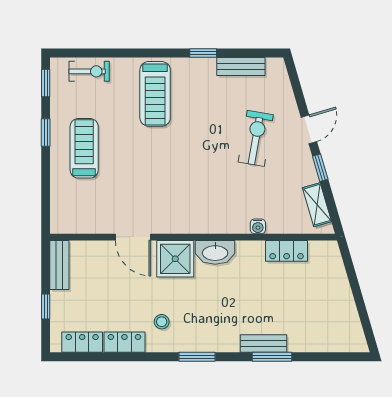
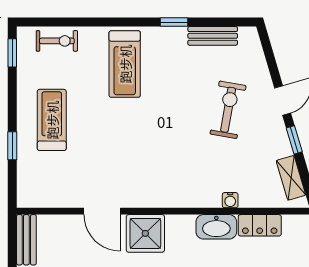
window: (46, 133) -> (12, 146), moved
washbasin: (215, 252) -> (216, 227), moved

